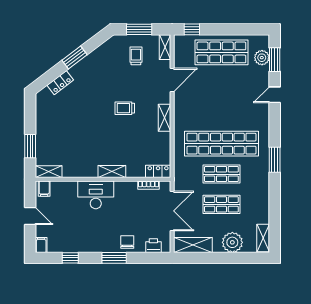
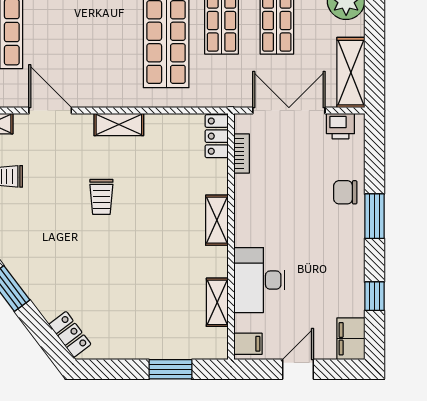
locker: (60, 83) -> (70, 334), moved
shelving: (49, 172) -> (217, 302), moved
desk: (96, 195) -> (259, 280), moved
filing cabinet: (41, 245) -> (351, 339), width x2.00
printer: (153, 246) -> (340, 126), moved, turned -90

